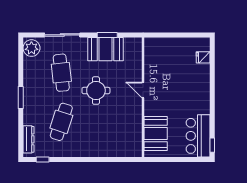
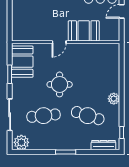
booth: (105, 49) -> (22, 62), moved
booth: (156, 133) -> (84, 31), moved
plant: (80, 151) -> (114, 99), added
door: (177, 160) -> (122, 11), added

